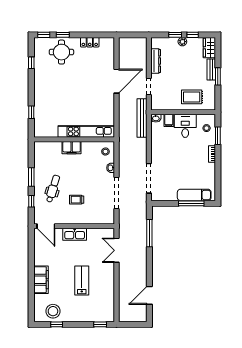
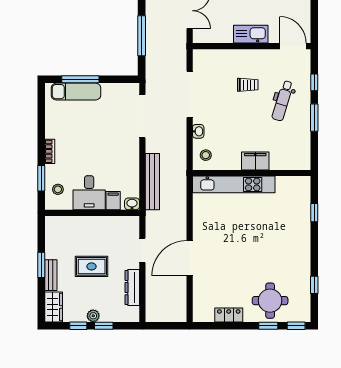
rug: (192, 97) -> (92, 266), moved
bench: (142, 118) -> (152, 182), moved

